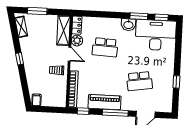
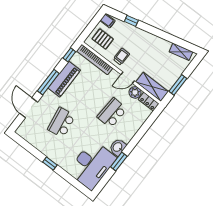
window: (37, 11) -> (178, 85), moved
window: (161, 17) -> (104, 181), removed
window: (19, 59) -> (131, 21), moved
window: (176, 82) -> (50, 163), moved
pallet: (53, 94) -> (103, 39), added

